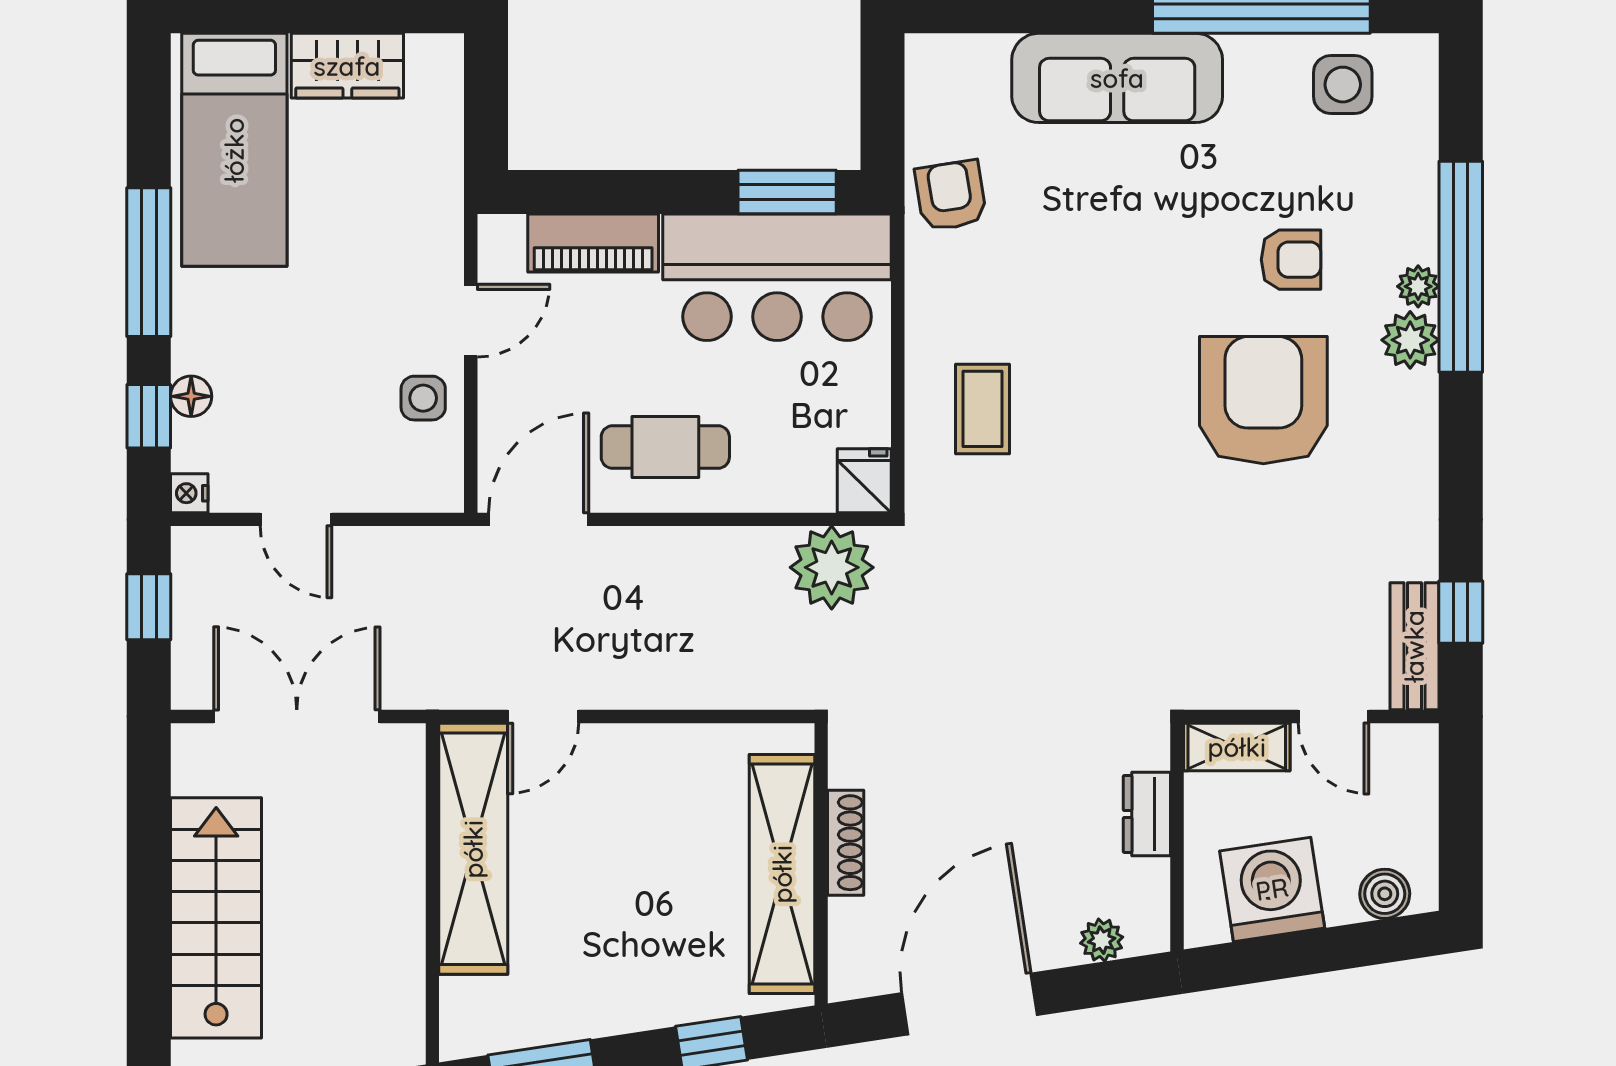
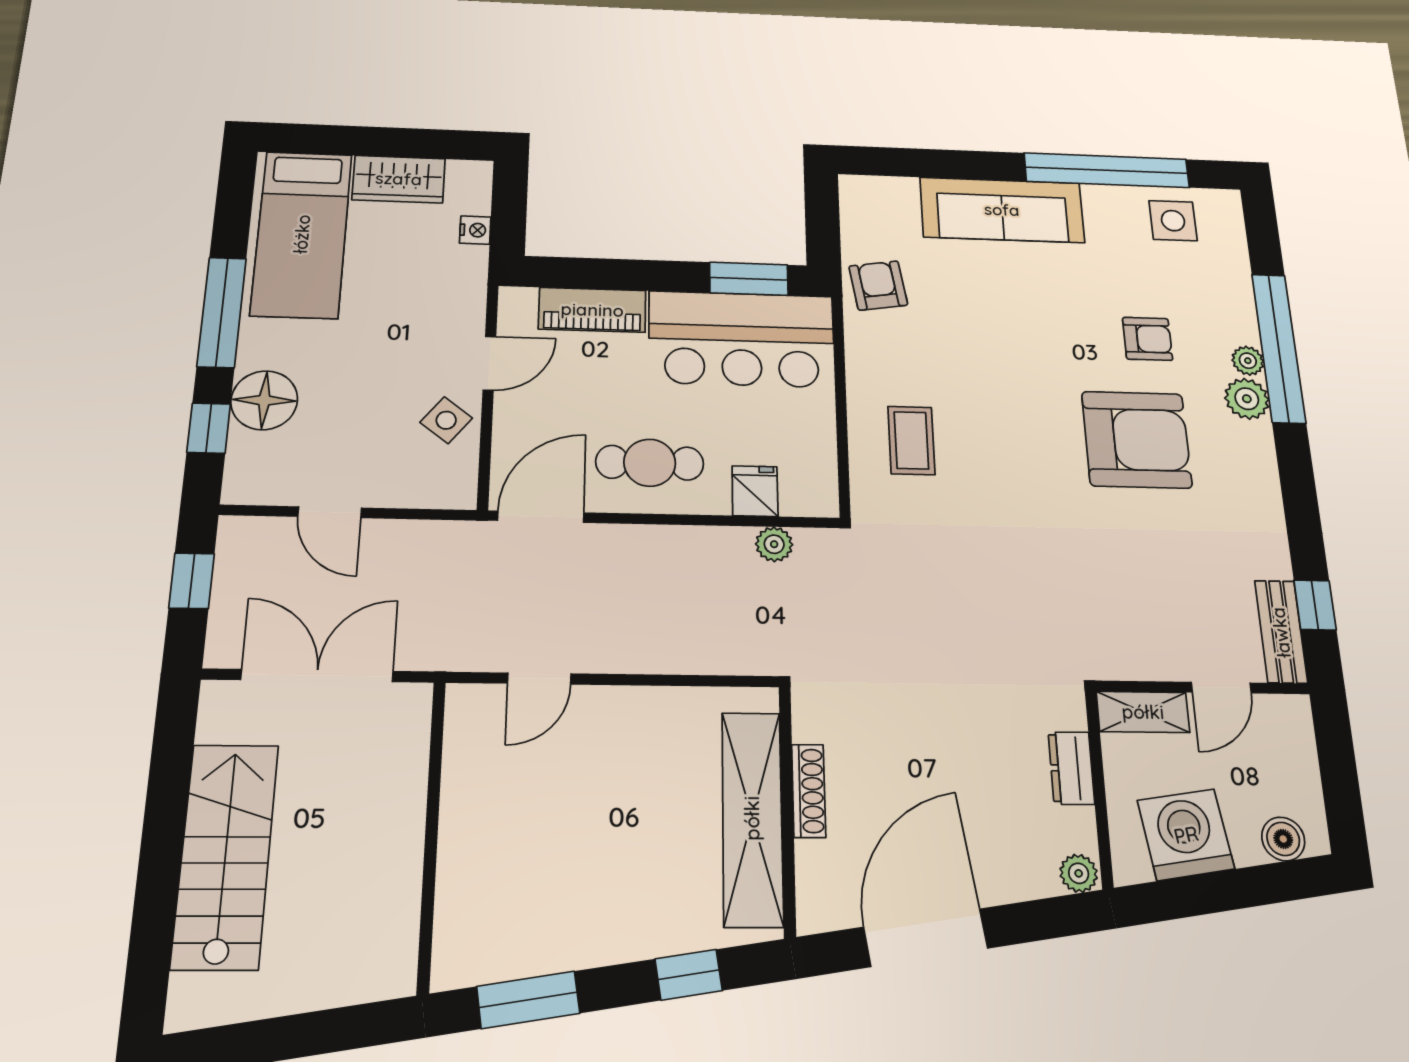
floor lamp: (191, 396) -> (264, 400), width x1.89, depth x1.89
side table: (423, 398) -> (446, 420), turned 38
armchair: (1263, 400) -> (1137, 440), turned 90
fridge: (864, 481) -> (755, 491), moved
nightstand: (189, 493) -> (475, 230), moved, turned 180
plant: (832, 567) -> (774, 544), width x0.53, depth x0.53
door: (1333, 716) -> (1221, 688), hinge flipped
shelving: (473, 849) -> (471, 794), removed
plant: (1102, 940) -> (1079, 873), moved

